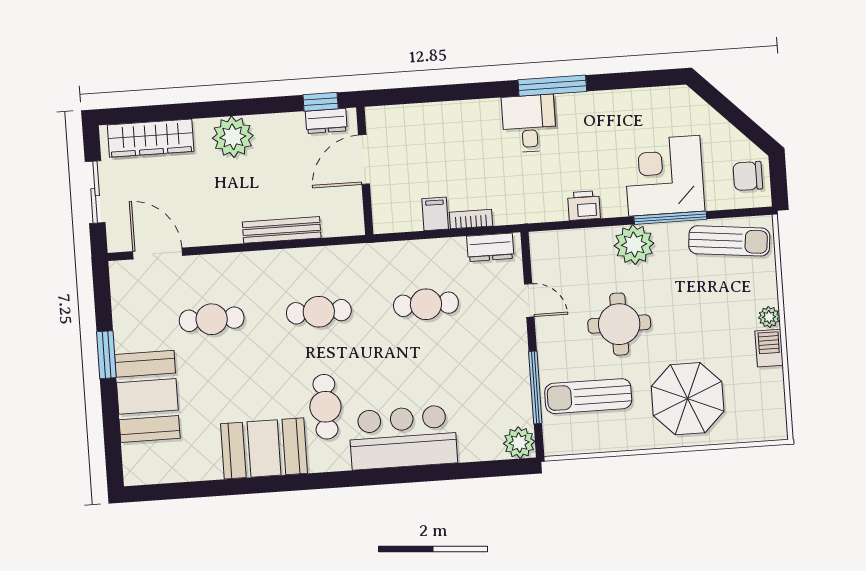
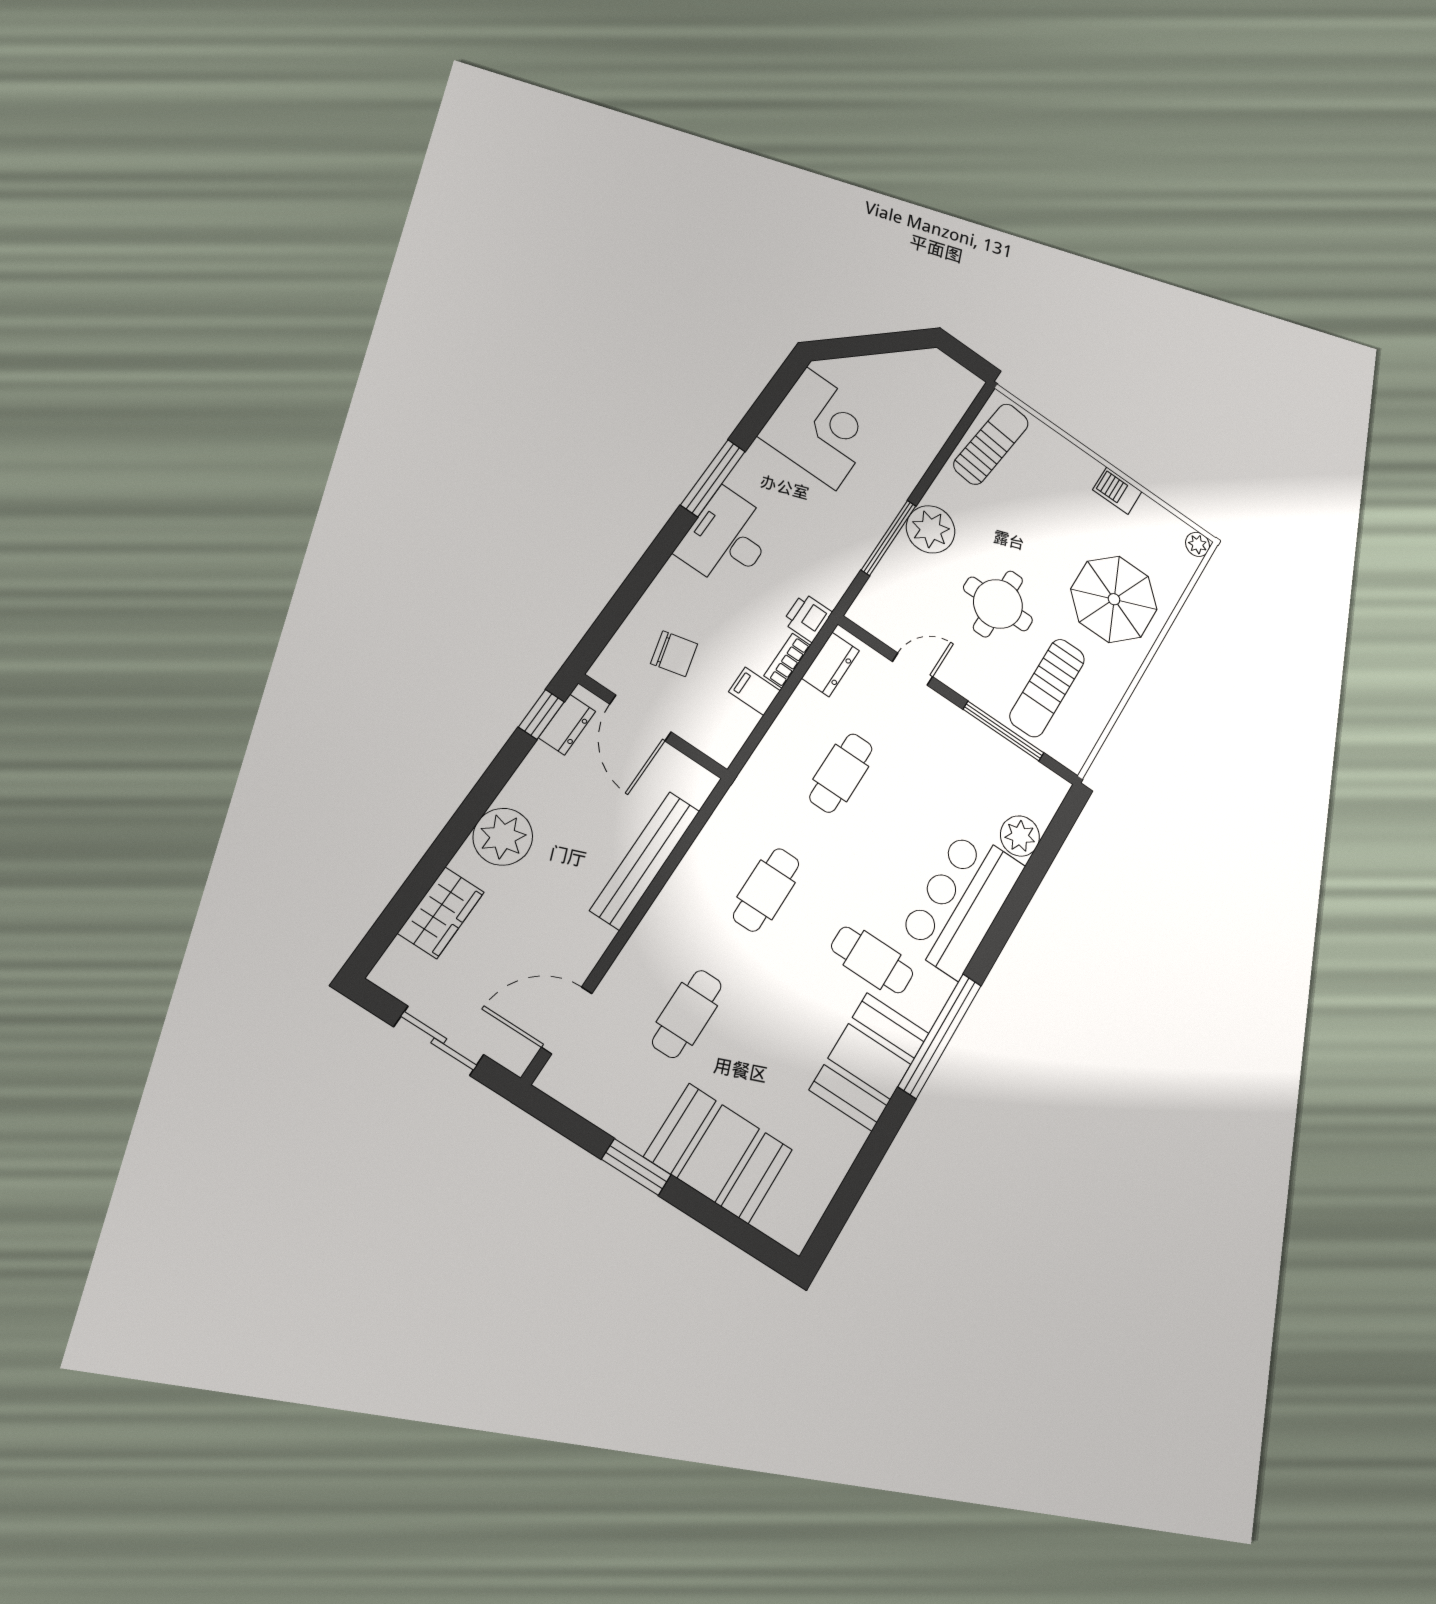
desk: (529, 123) -> (727, 539), width x1.37
wardrobe: (151, 138) -> (441, 913), width x0.67
corner desk: (664, 176) -> (821, 428), moved, turned 180
chair: (748, 176) -> (674, 654), moved, turned -104
printer: (584, 206) -> (807, 617), moved
window: (670, 218) -> (889, 538), moved
bench: (282, 230) -> (645, 860), width x1.37, depth x1.21
plant: (769, 317) -> (1198, 544), moved
plant: (519, 443) -> (1020, 836), moved
window: (311, 481) -> (940, 1036), added

